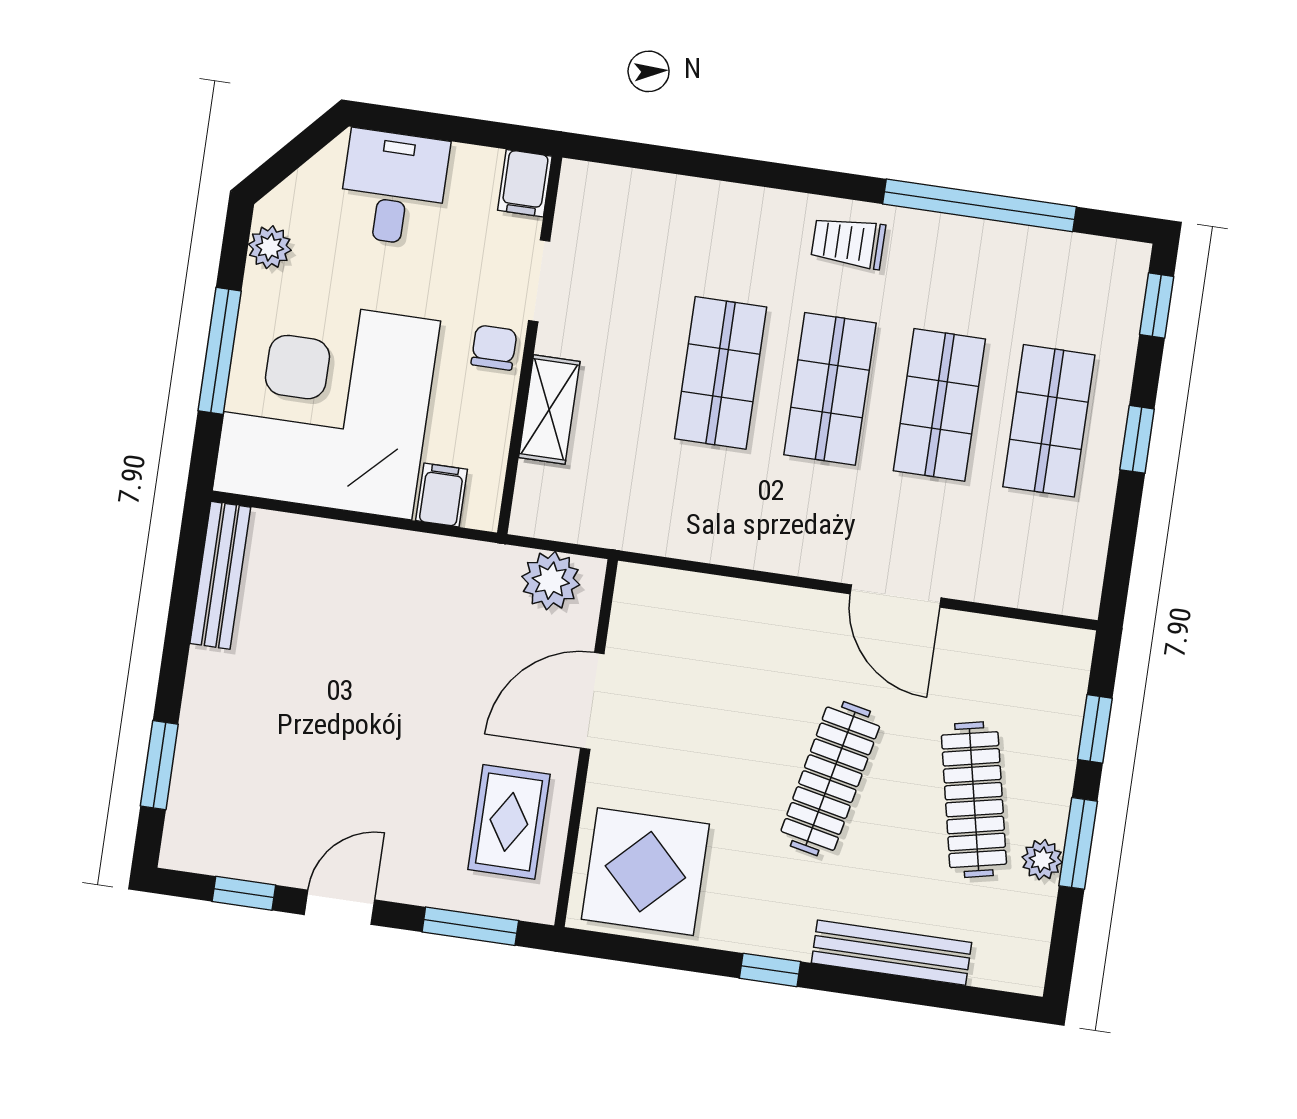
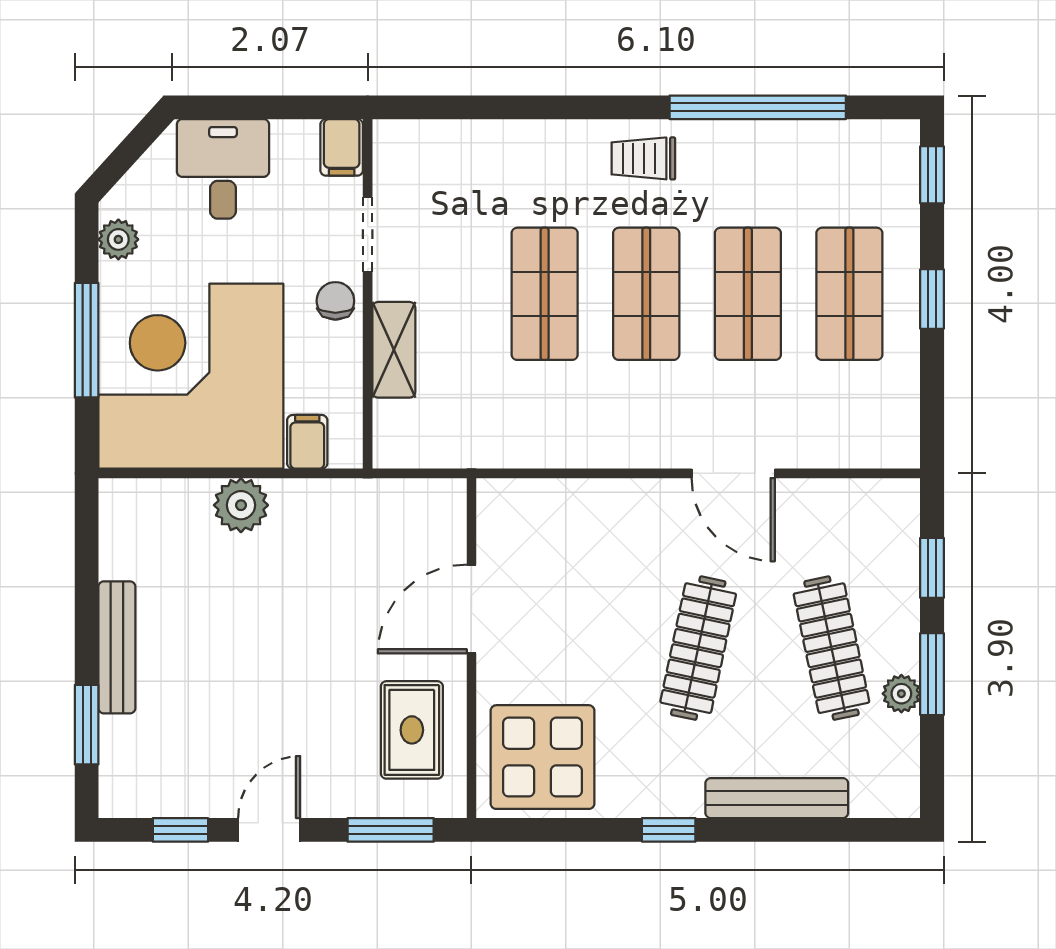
bench: (220, 575) -> (117, 647), moved
plant: (551, 581) -> (241, 505), moved

